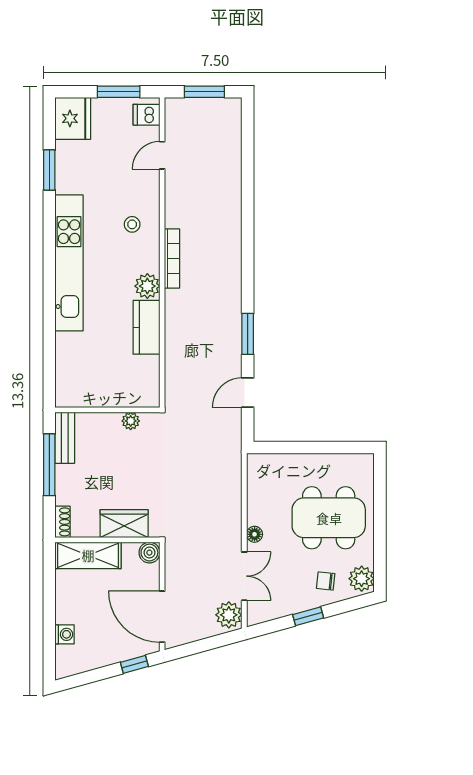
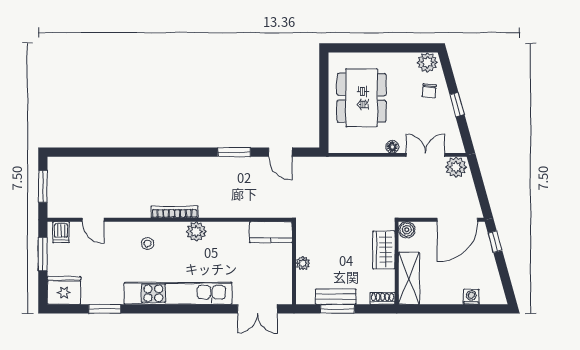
kitchen counter: (146, 327) -> (271, 232), moved
double door: (49, 363) -> (257, 309), added
plant: (131, 421) -> (303, 263), moved
bench: (65, 438) -> (336, 297), moved
window: (49, 465) -> (337, 309), width x0.69
dining table: (329, 518) -> (362, 98), moved

